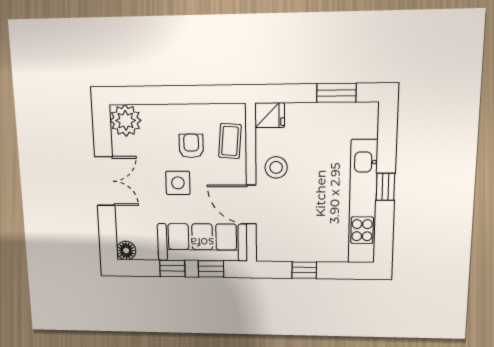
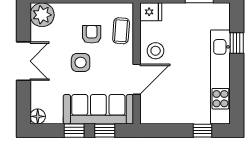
window: (385, 187) -> (237, 43), moved
door: (251, 205) -> (137, 79), swing flipped
window: (304, 270) -> (202, 131), moved

